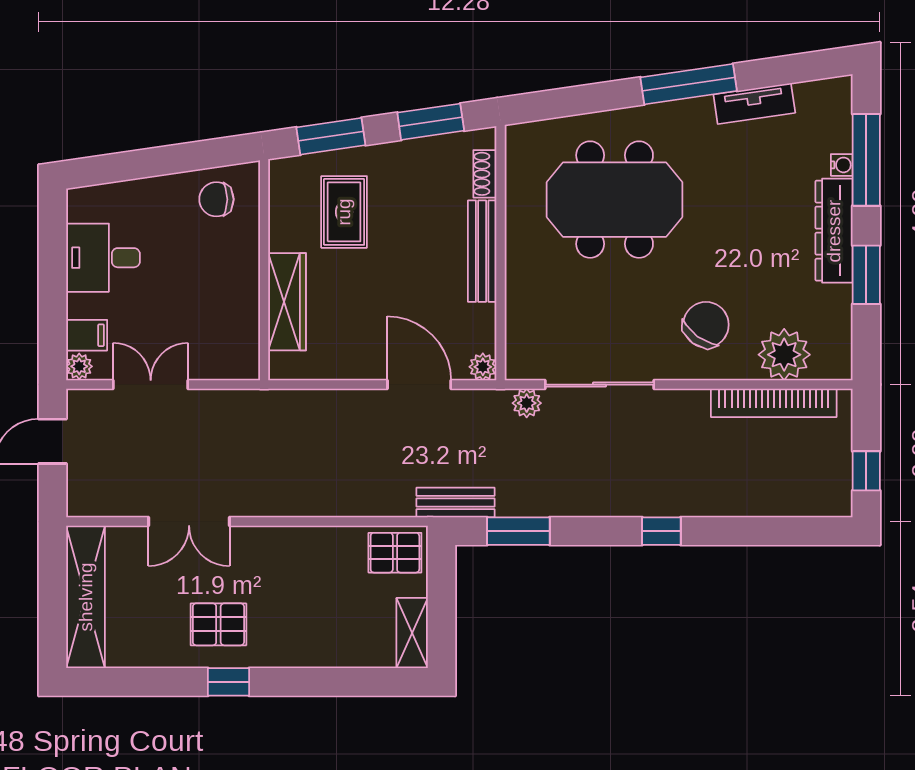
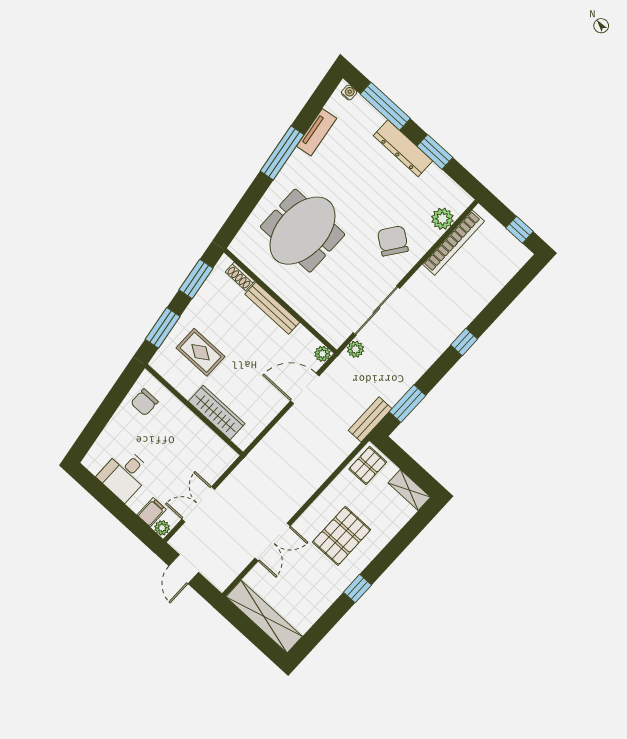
water cooler: (842, 165) -> (349, 92), moved
plant: (784, 355) -> (442, 219), width x0.73, depth x0.73
pallet: (218, 624) -> (342, 536), moved, width x1.50, depth x1.42

